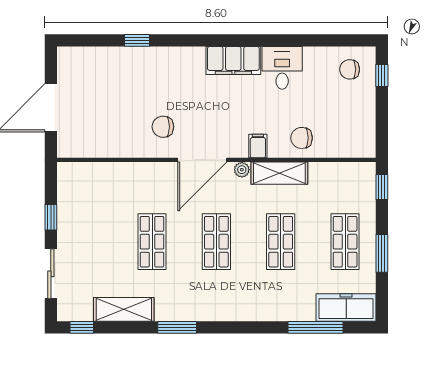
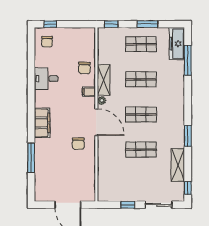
window: (137, 40) -> (31, 158), width x2.17
filing cabinet: (233, 60) -> (42, 123), moved

